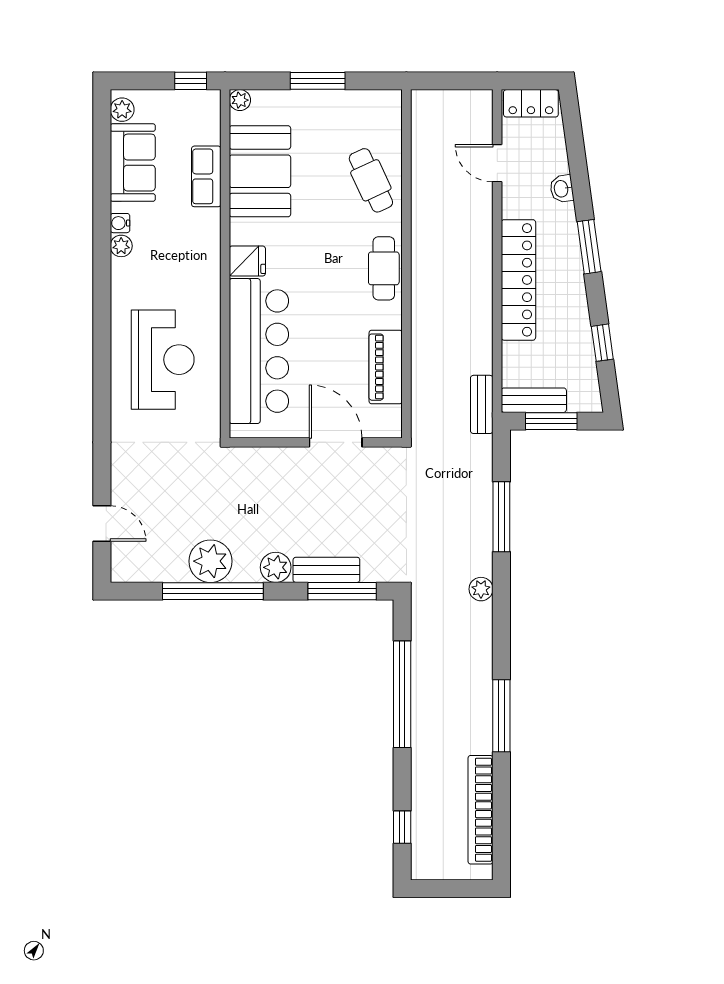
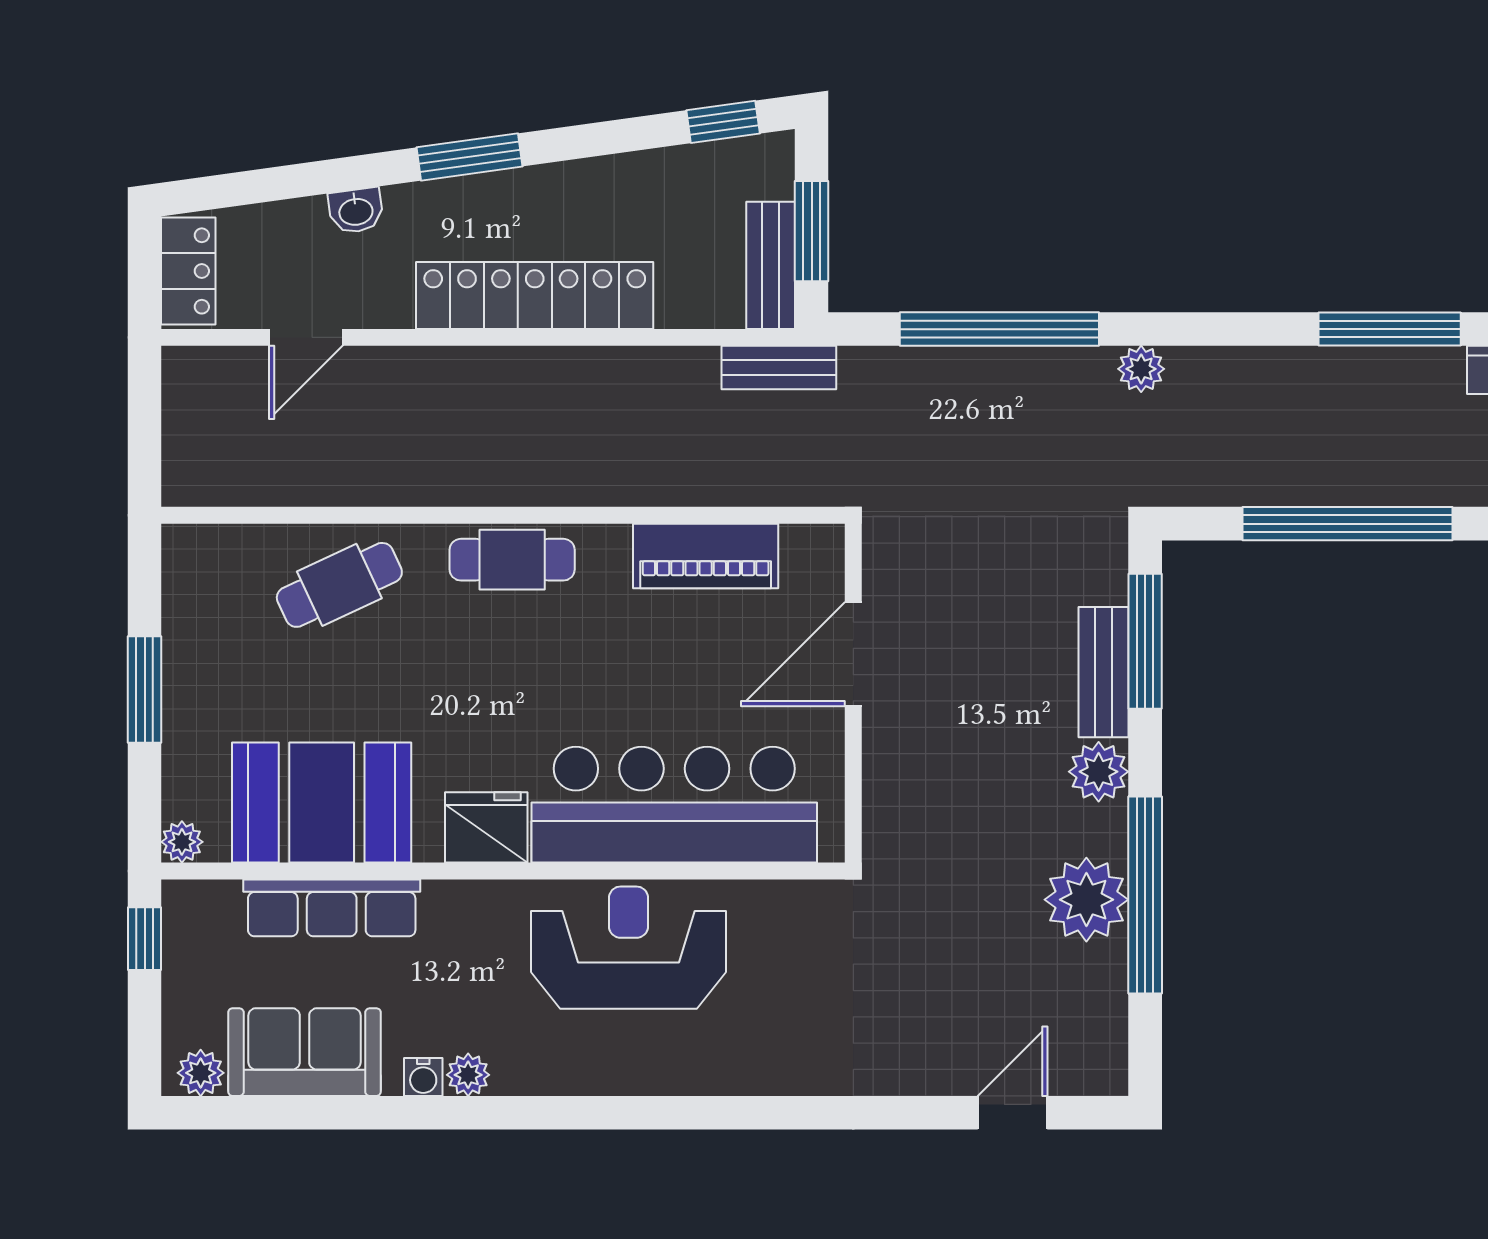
row of seats: (206, 176) -> (332, 908), width x1.48
fridge: (247, 261) -> (486, 827), width x1.38
window: (602, 343) -> (723, 122), moved
reception desk: (163, 360) -> (629, 948), moved
window: (501, 517) -> (999, 329), width x1.46

